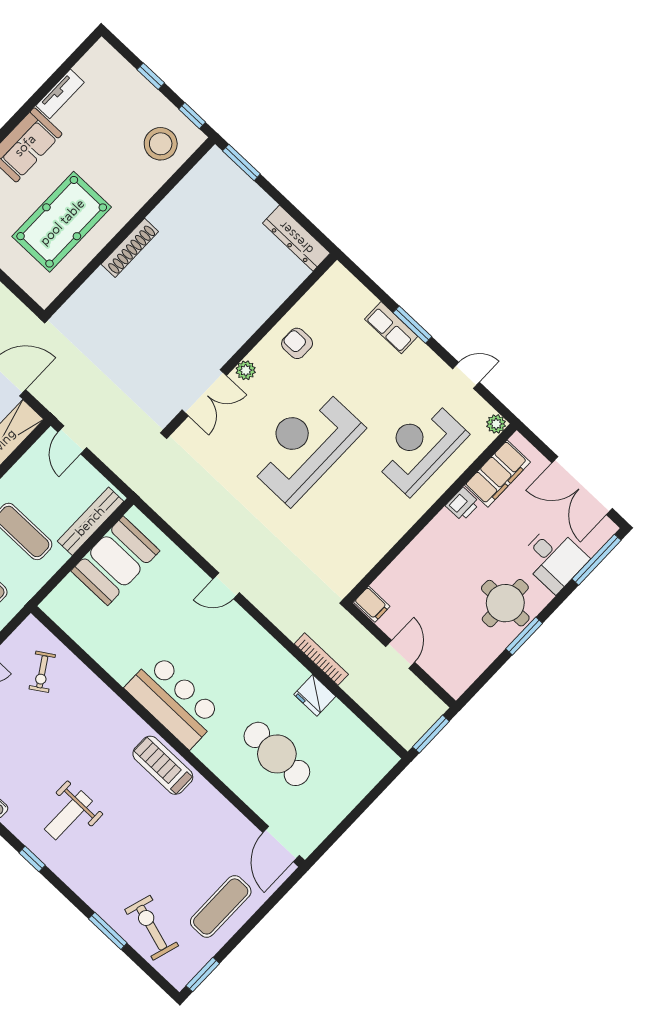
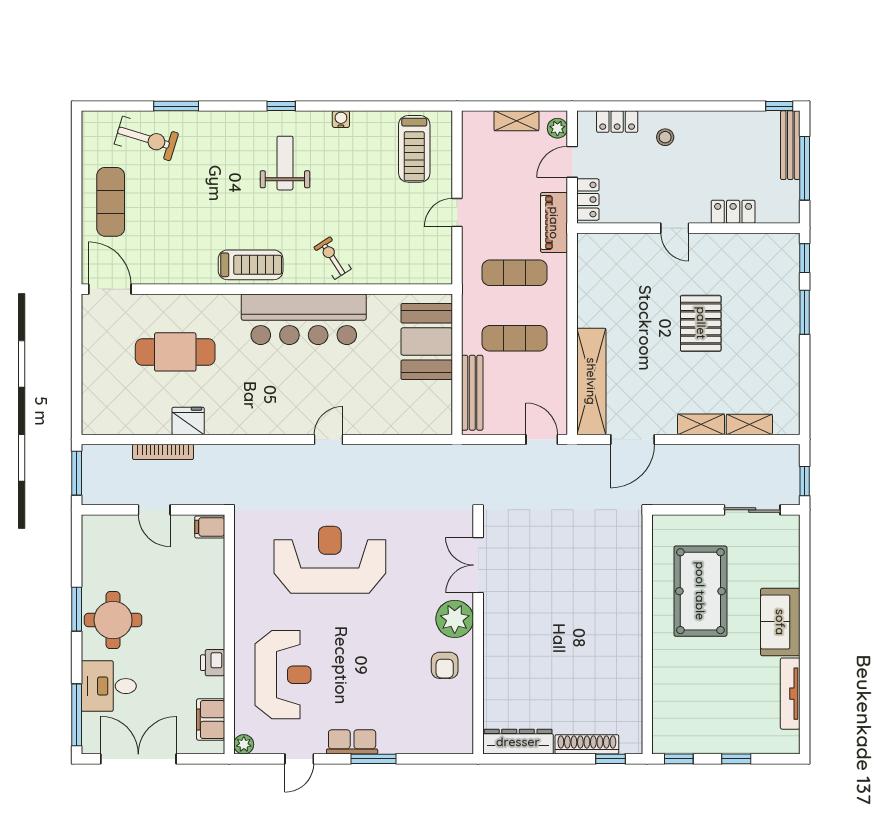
tv unit: (60, 94) -> (790, 694), width x1.41
stool: (161, 144) -> (682, 717), removed
window: (241, 162) -> (610, 759), width x0.67
shoe rack: (130, 248) -> (587, 744), moved, turned 90
row of seats: (391, 328) -> (352, 742), moved
armchair: (297, 343) -> (445, 665), turned 90
plant: (246, 370) -> (455, 619), width x1.88, depth x1.88
reception desk: (305, 445) -> (330, 560), moved, turned -90
filing cabinet: (498, 474) -> (211, 719), width x0.67, depth x0.86
booth: (115, 561) -> (427, 342), moved
bookcase: (321, 659) -> (163, 452), moved
exercise bike: (42, 672) -> (333, 258), moved
bar counter: (174, 701) -> (304, 319), width x1.36
window: (203, 975) -> (77, 140), removed

